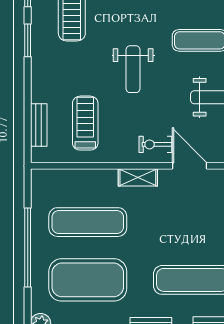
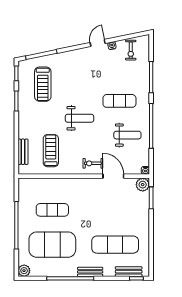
weight bench: (133, 69) -> (79, 118), turned -90
shelving: (138, 177) -> (82, 183), removed
exercise mat: (88, 222) -> (52, 210), width x0.73, depth x0.69

